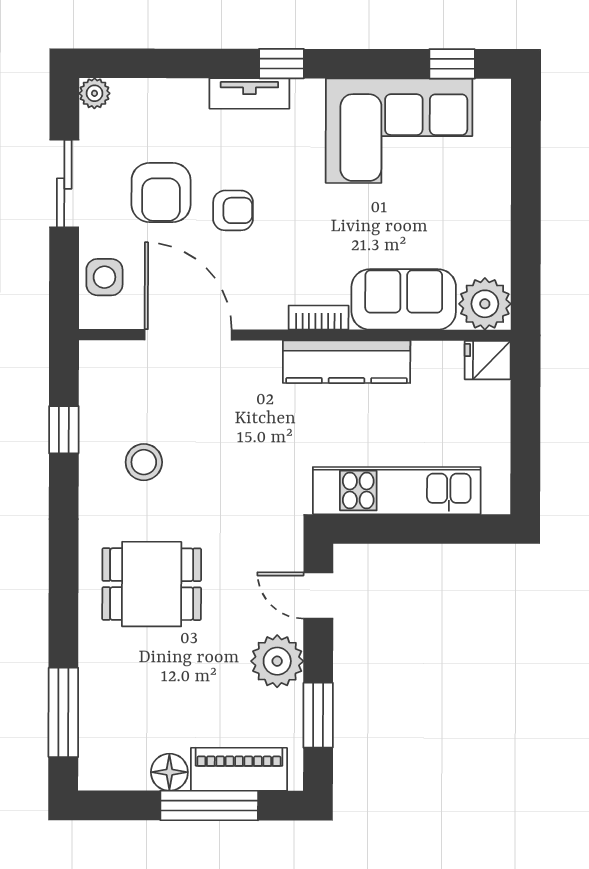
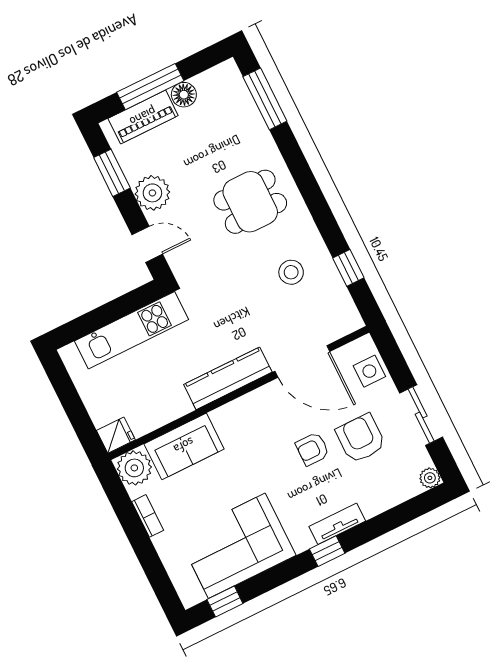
bookcase: (319, 317) -> (148, 516), moved, turned -90
kitchen counter: (347, 362) -> (228, 378), moved

